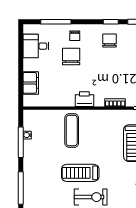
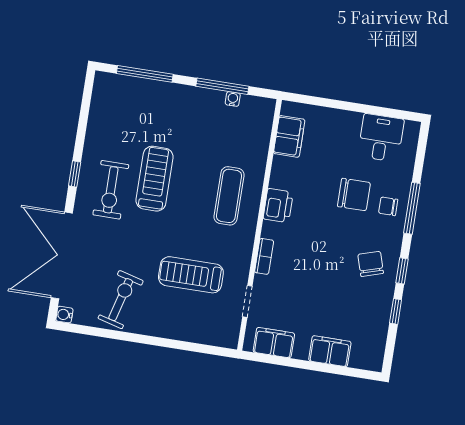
window: (56, 22) -> (412, 208), moved
chair: (110, 41) -> (371, 264), turned -107
filing cabinet: (31, 83) -> (289, 136), moved, turned -90
exercise mat: (72, 131) -> (229, 196), moved, turned 90

